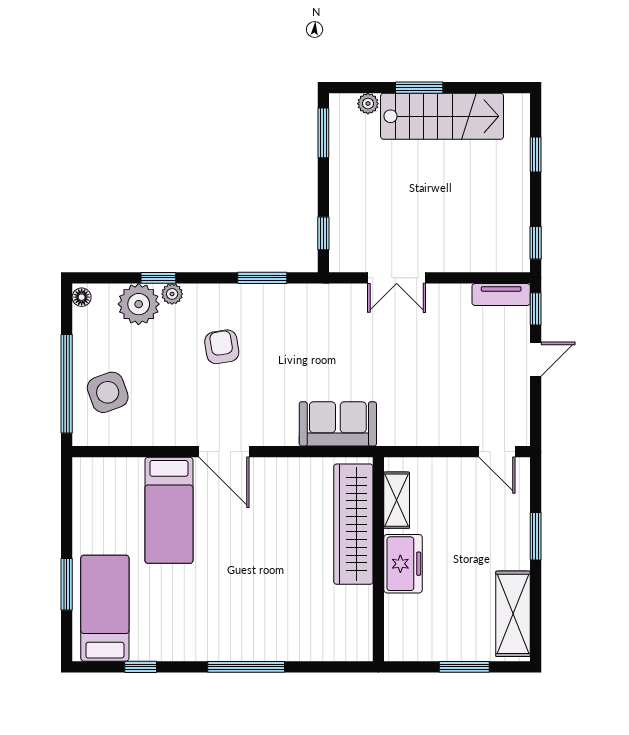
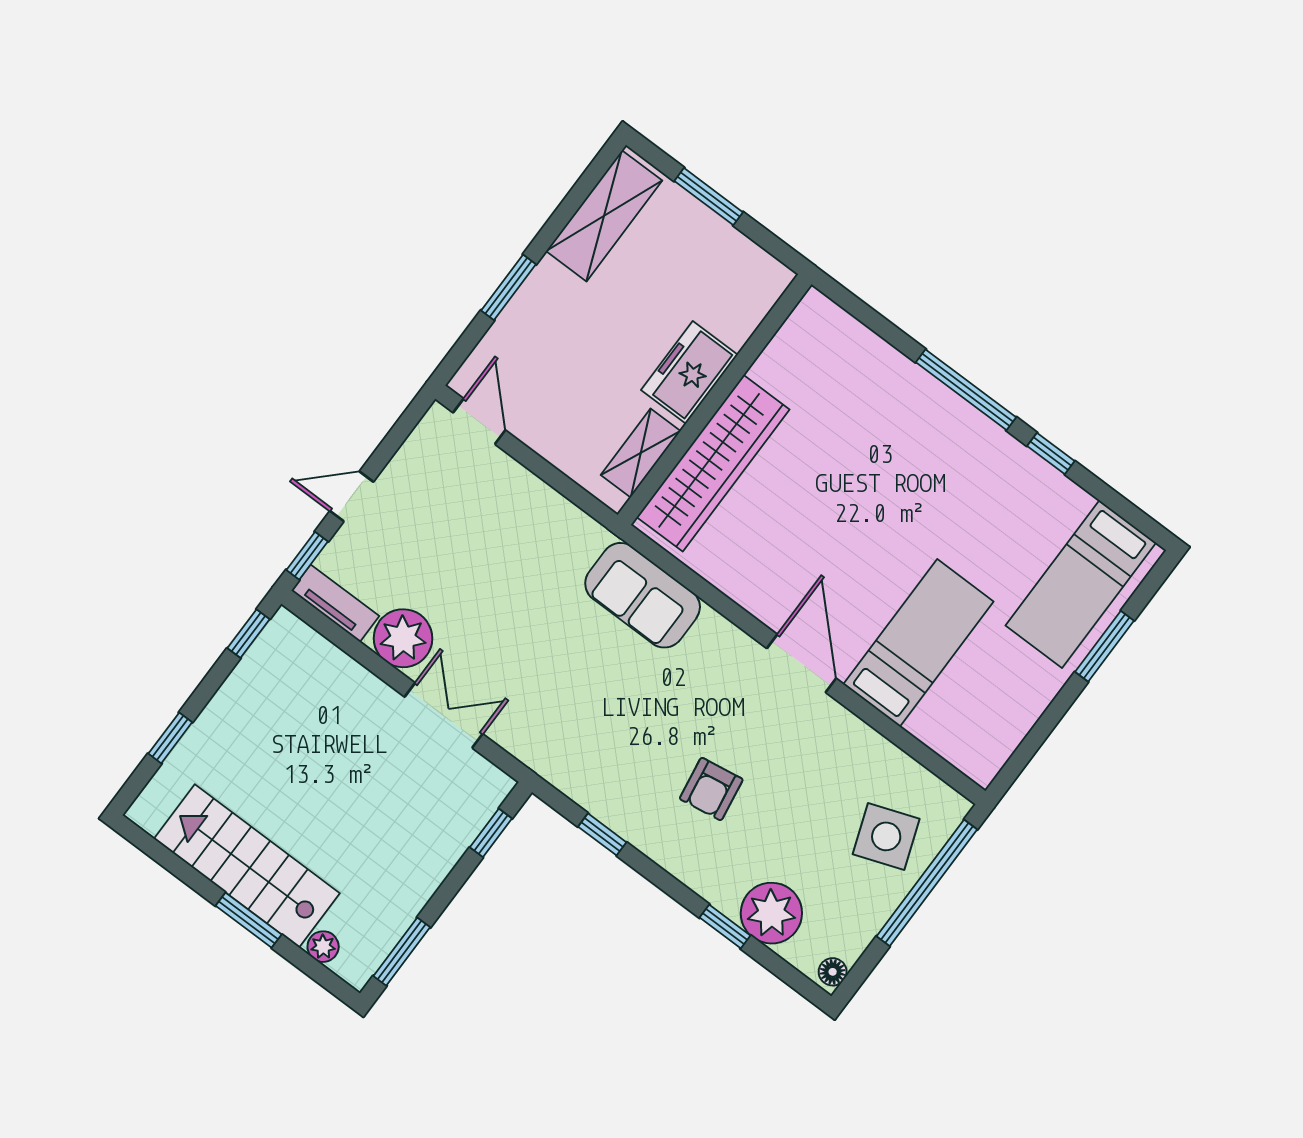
window: (262, 278) -> (602, 834), width x0.67
plant: (172, 294) -> (403, 638), moved, width x1.88, depth x1.88
window: (141, 667) -> (1051, 453), moved

